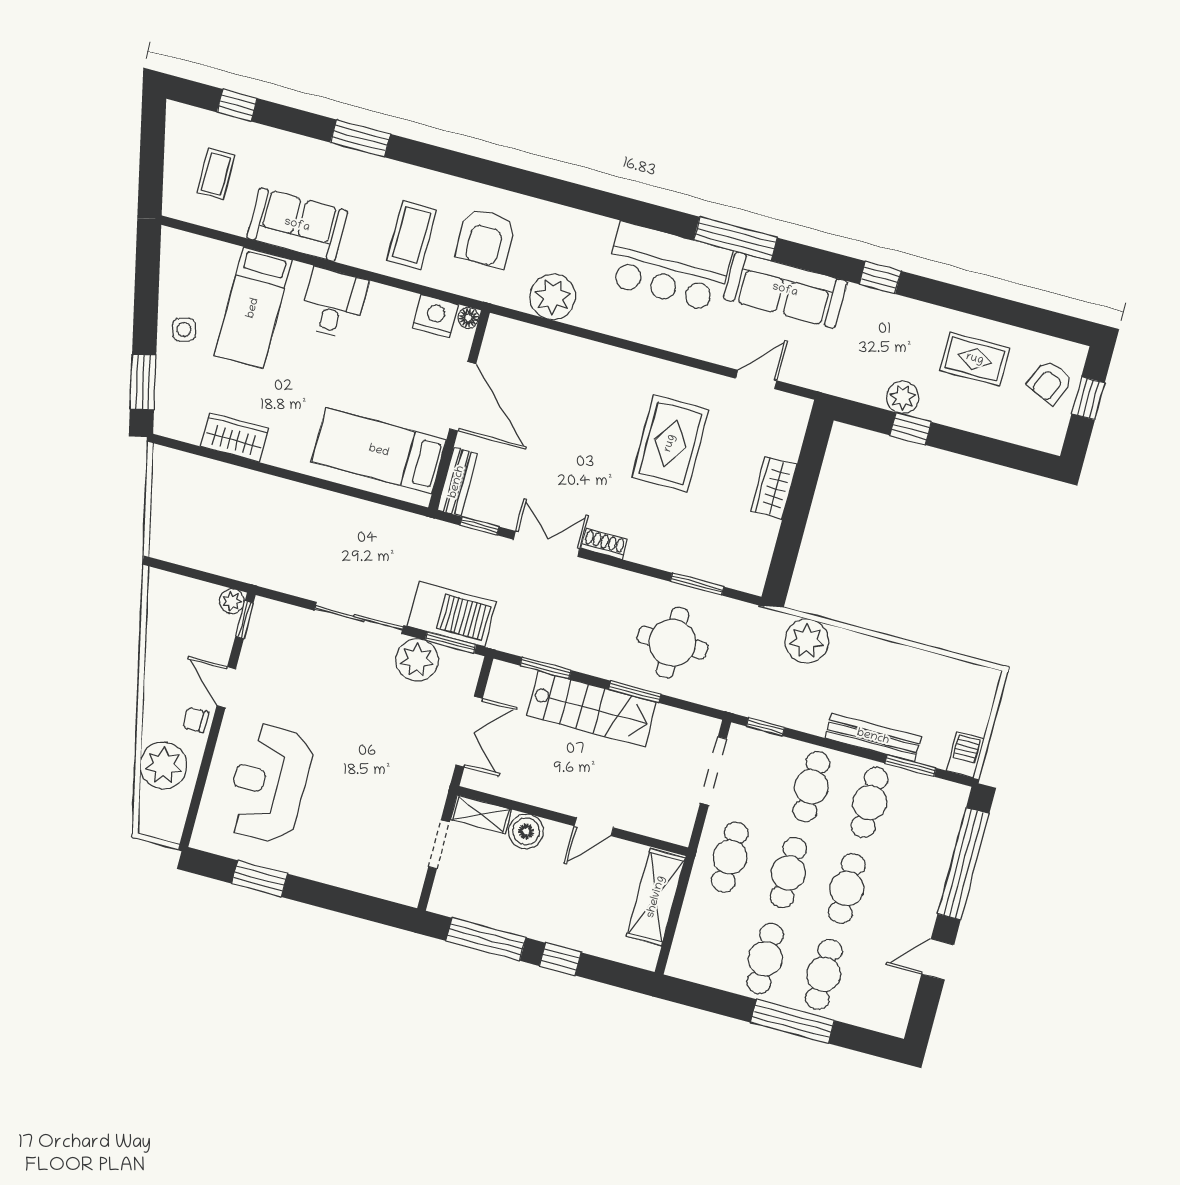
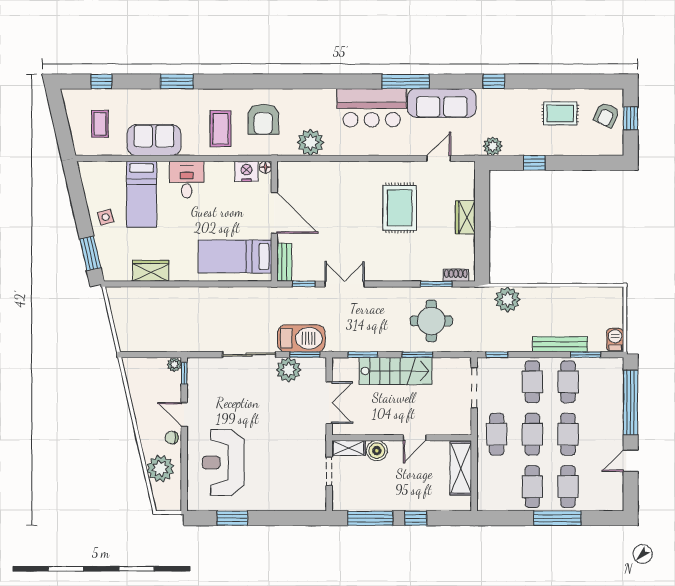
plant: (903, 397) -> (493, 146), moved
shoe rack: (604, 544) -> (456, 275), moved

